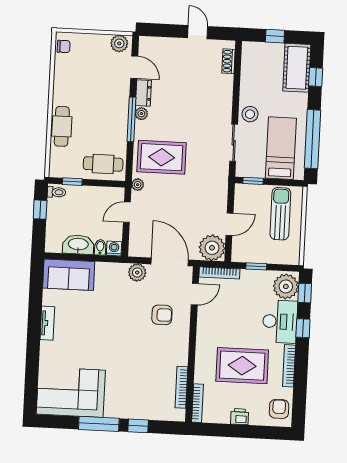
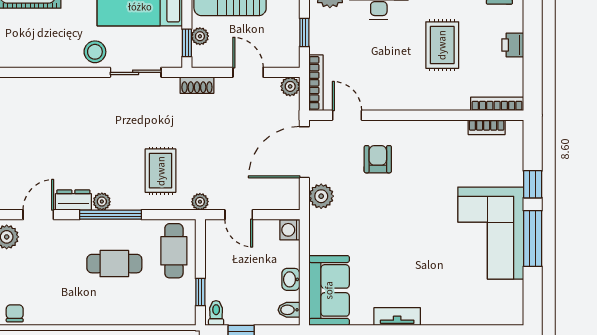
shoe rack: (229, 61) -> (197, 85), moved
cafe table: (62, 126) -> (114, 264), moved
rug: (162, 157) -> (161, 171), width x0.73, depth x0.70
plant: (257, 191) -> (200, 36), added
washbasin: (78, 245) -> (291, 279), width x0.52, depth x0.69
bidet: (100, 247) -> (289, 310), moved
plant: (212, 248) -> (290, 86), width x0.53, depth x0.53
rug: (242, 366) -> (442, 45), width x0.73, depth x0.70
bookcase: (181, 387) -> (487, 127), width x0.64
corner sofa: (71, 392) -> (491, 233), moved

